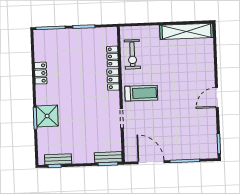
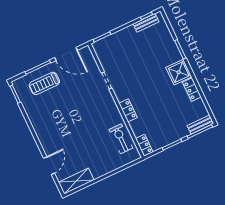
shelving: (186, 31) -> (76, 181), width x0.68
locker: (113, 56) -> (144, 145), moved
treadmill: (141, 93) -> (44, 83), moved
door: (217, 97) -> (49, 166), moved
shower: (47, 116) -> (179, 72), moved
bench: (108, 157) -> (200, 124), moved

